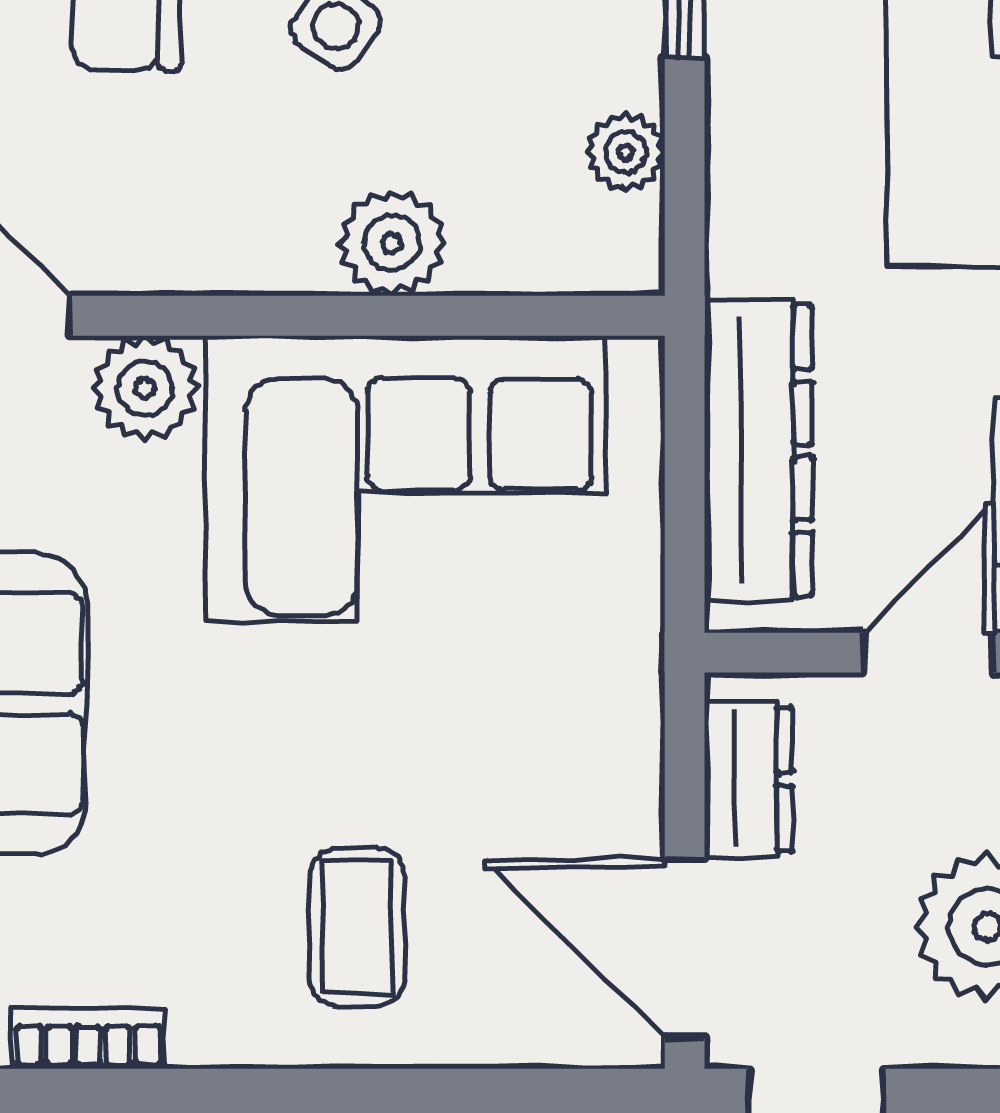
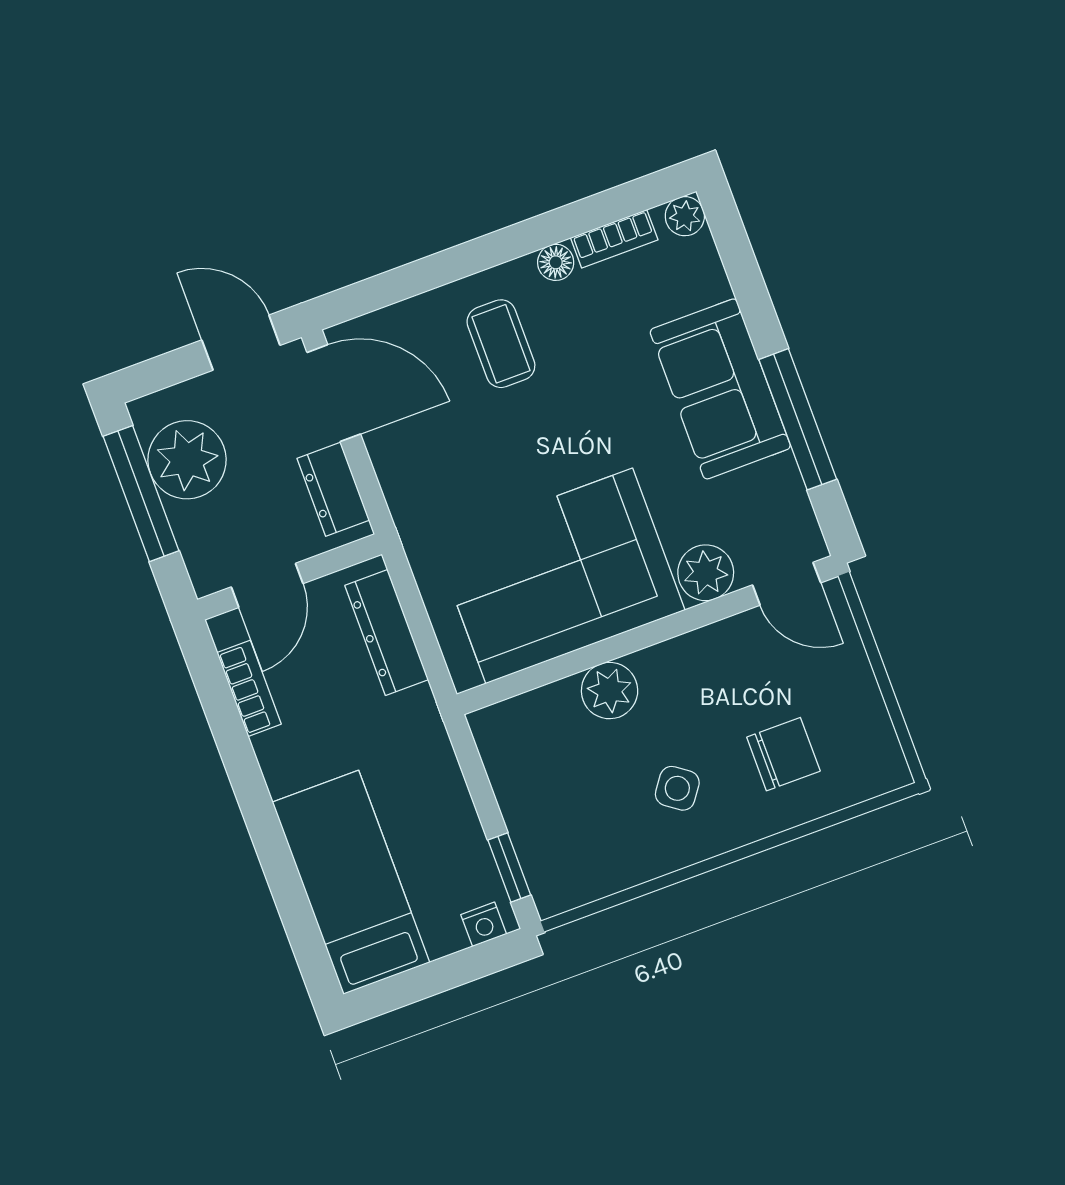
plant: (626, 152) -> (510, 779), removed
dresser: (758, 451) -> (387, 633), width x0.73, depth x0.80
floor lamp: (207, 1035) -> (556, 262), added

